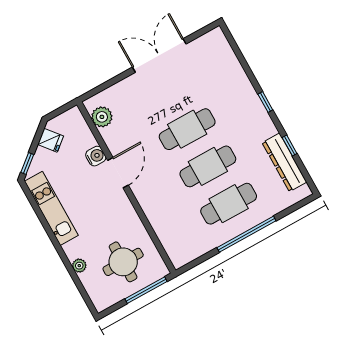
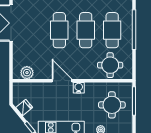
water cooler: (96, 156) -> (79, 88), moved
round table: (178, 228) -> (110, 65), added

